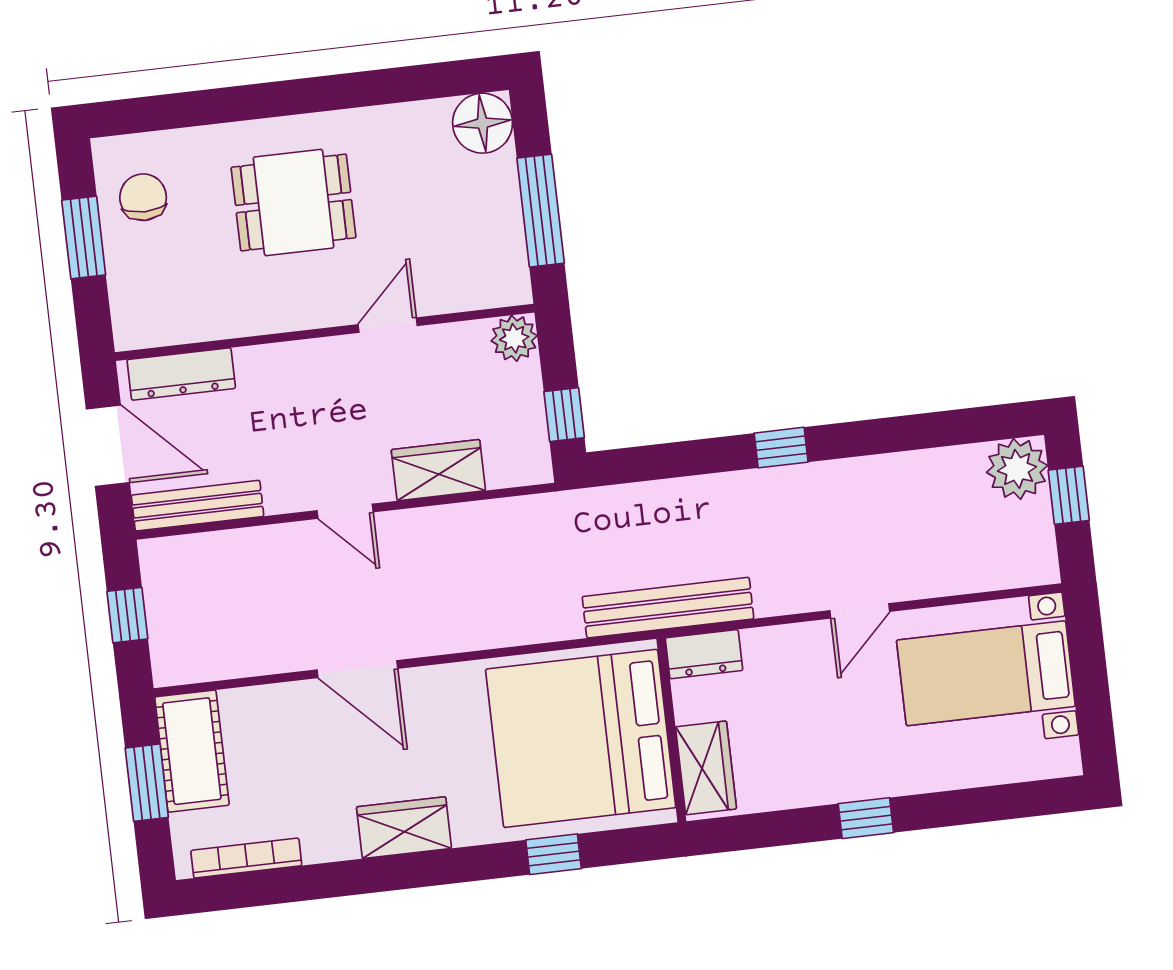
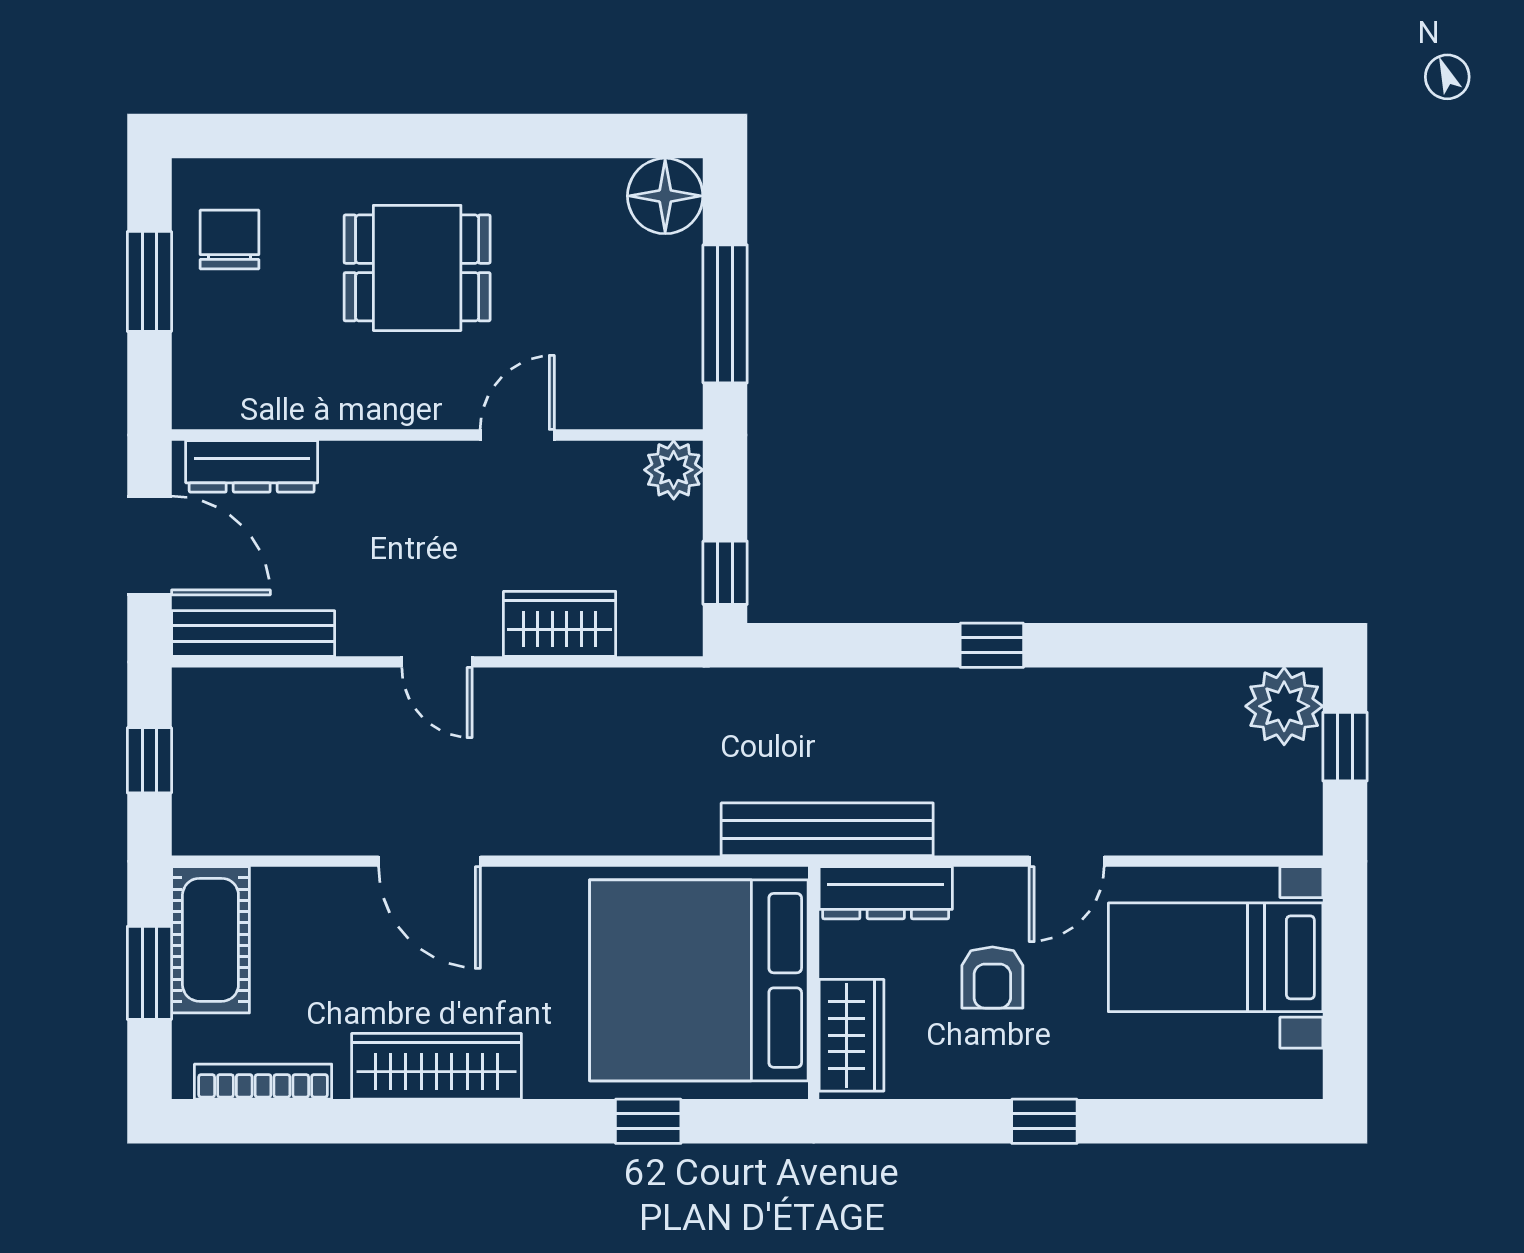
dresser: (704, 654) -> (886, 893), width x1.44
armchair: (812, 709) -> (992, 978), added
wardrobe: (404, 828) -> (436, 1066), width x1.50

